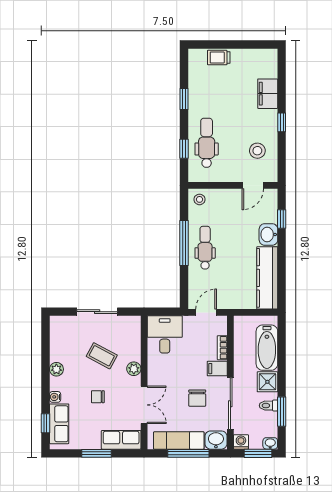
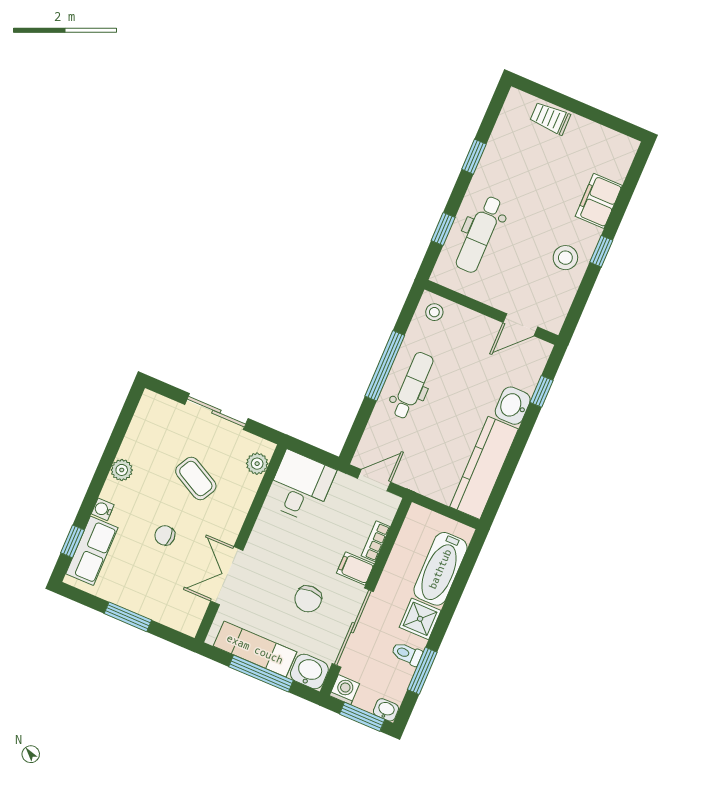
dental chair: (207, 143) -> (480, 234), turned 180
stool: (257, 151) -> (565, 258), moved
plant: (134, 369) -> (257, 464), moved
double door: (144, 405) -> (227, 576), swing flipped
row of seats: (121, 440) -> (172, 612), removed

